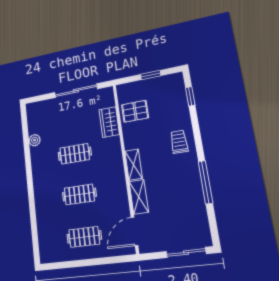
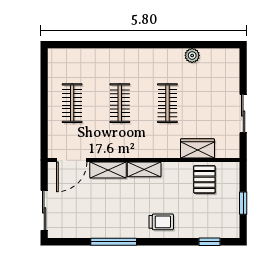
sliding door: (76, 91) -> (243, 114), width x0.73
door: (134, 231) -> (72, 160), swing flipped

